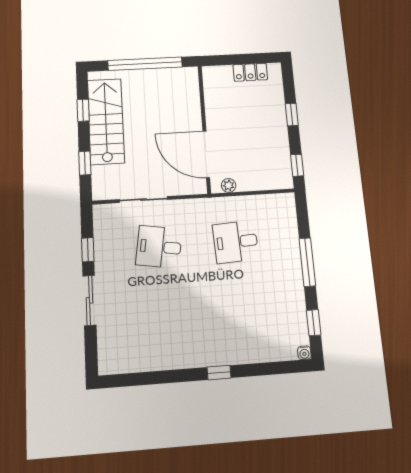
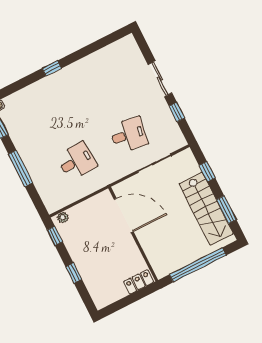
locker: (250, 72) -> (139, 282), moved
window: (83, 110) -> (226, 210), width x1.50
plant: (229, 185) -> (63, 217), moved

